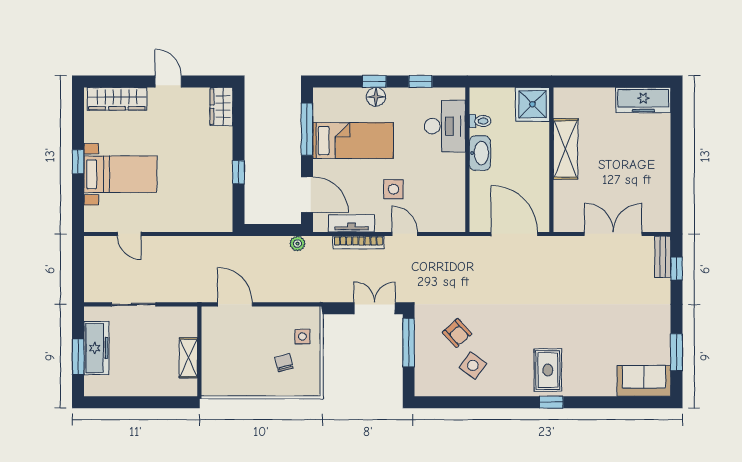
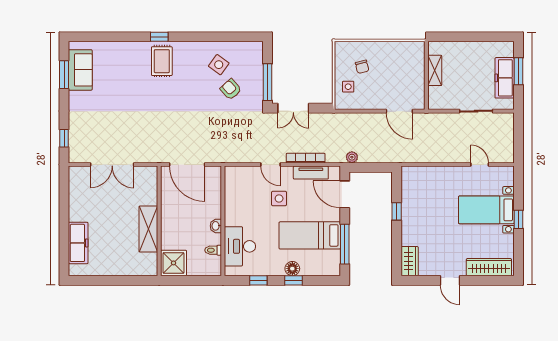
freezer: (643, 100) -> (78, 243), moved, turned 90
washbasin: (480, 153) -> (216, 226), width x0.52, depth x0.69
bench: (663, 257) -> (75, 147), removed
sofa: (644, 381) -> (80, 70), moved, turned -90

